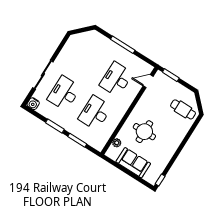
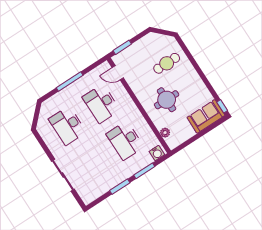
door: (148, 81) -> (118, 73), hinge flipped
desk: (64, 93) -> (67, 126), moved
water cooler: (33, 104) -> (157, 153), moved
cafe table: (183, 109) -> (167, 63), moved
sofa: (133, 163) -> (206, 116), moved

